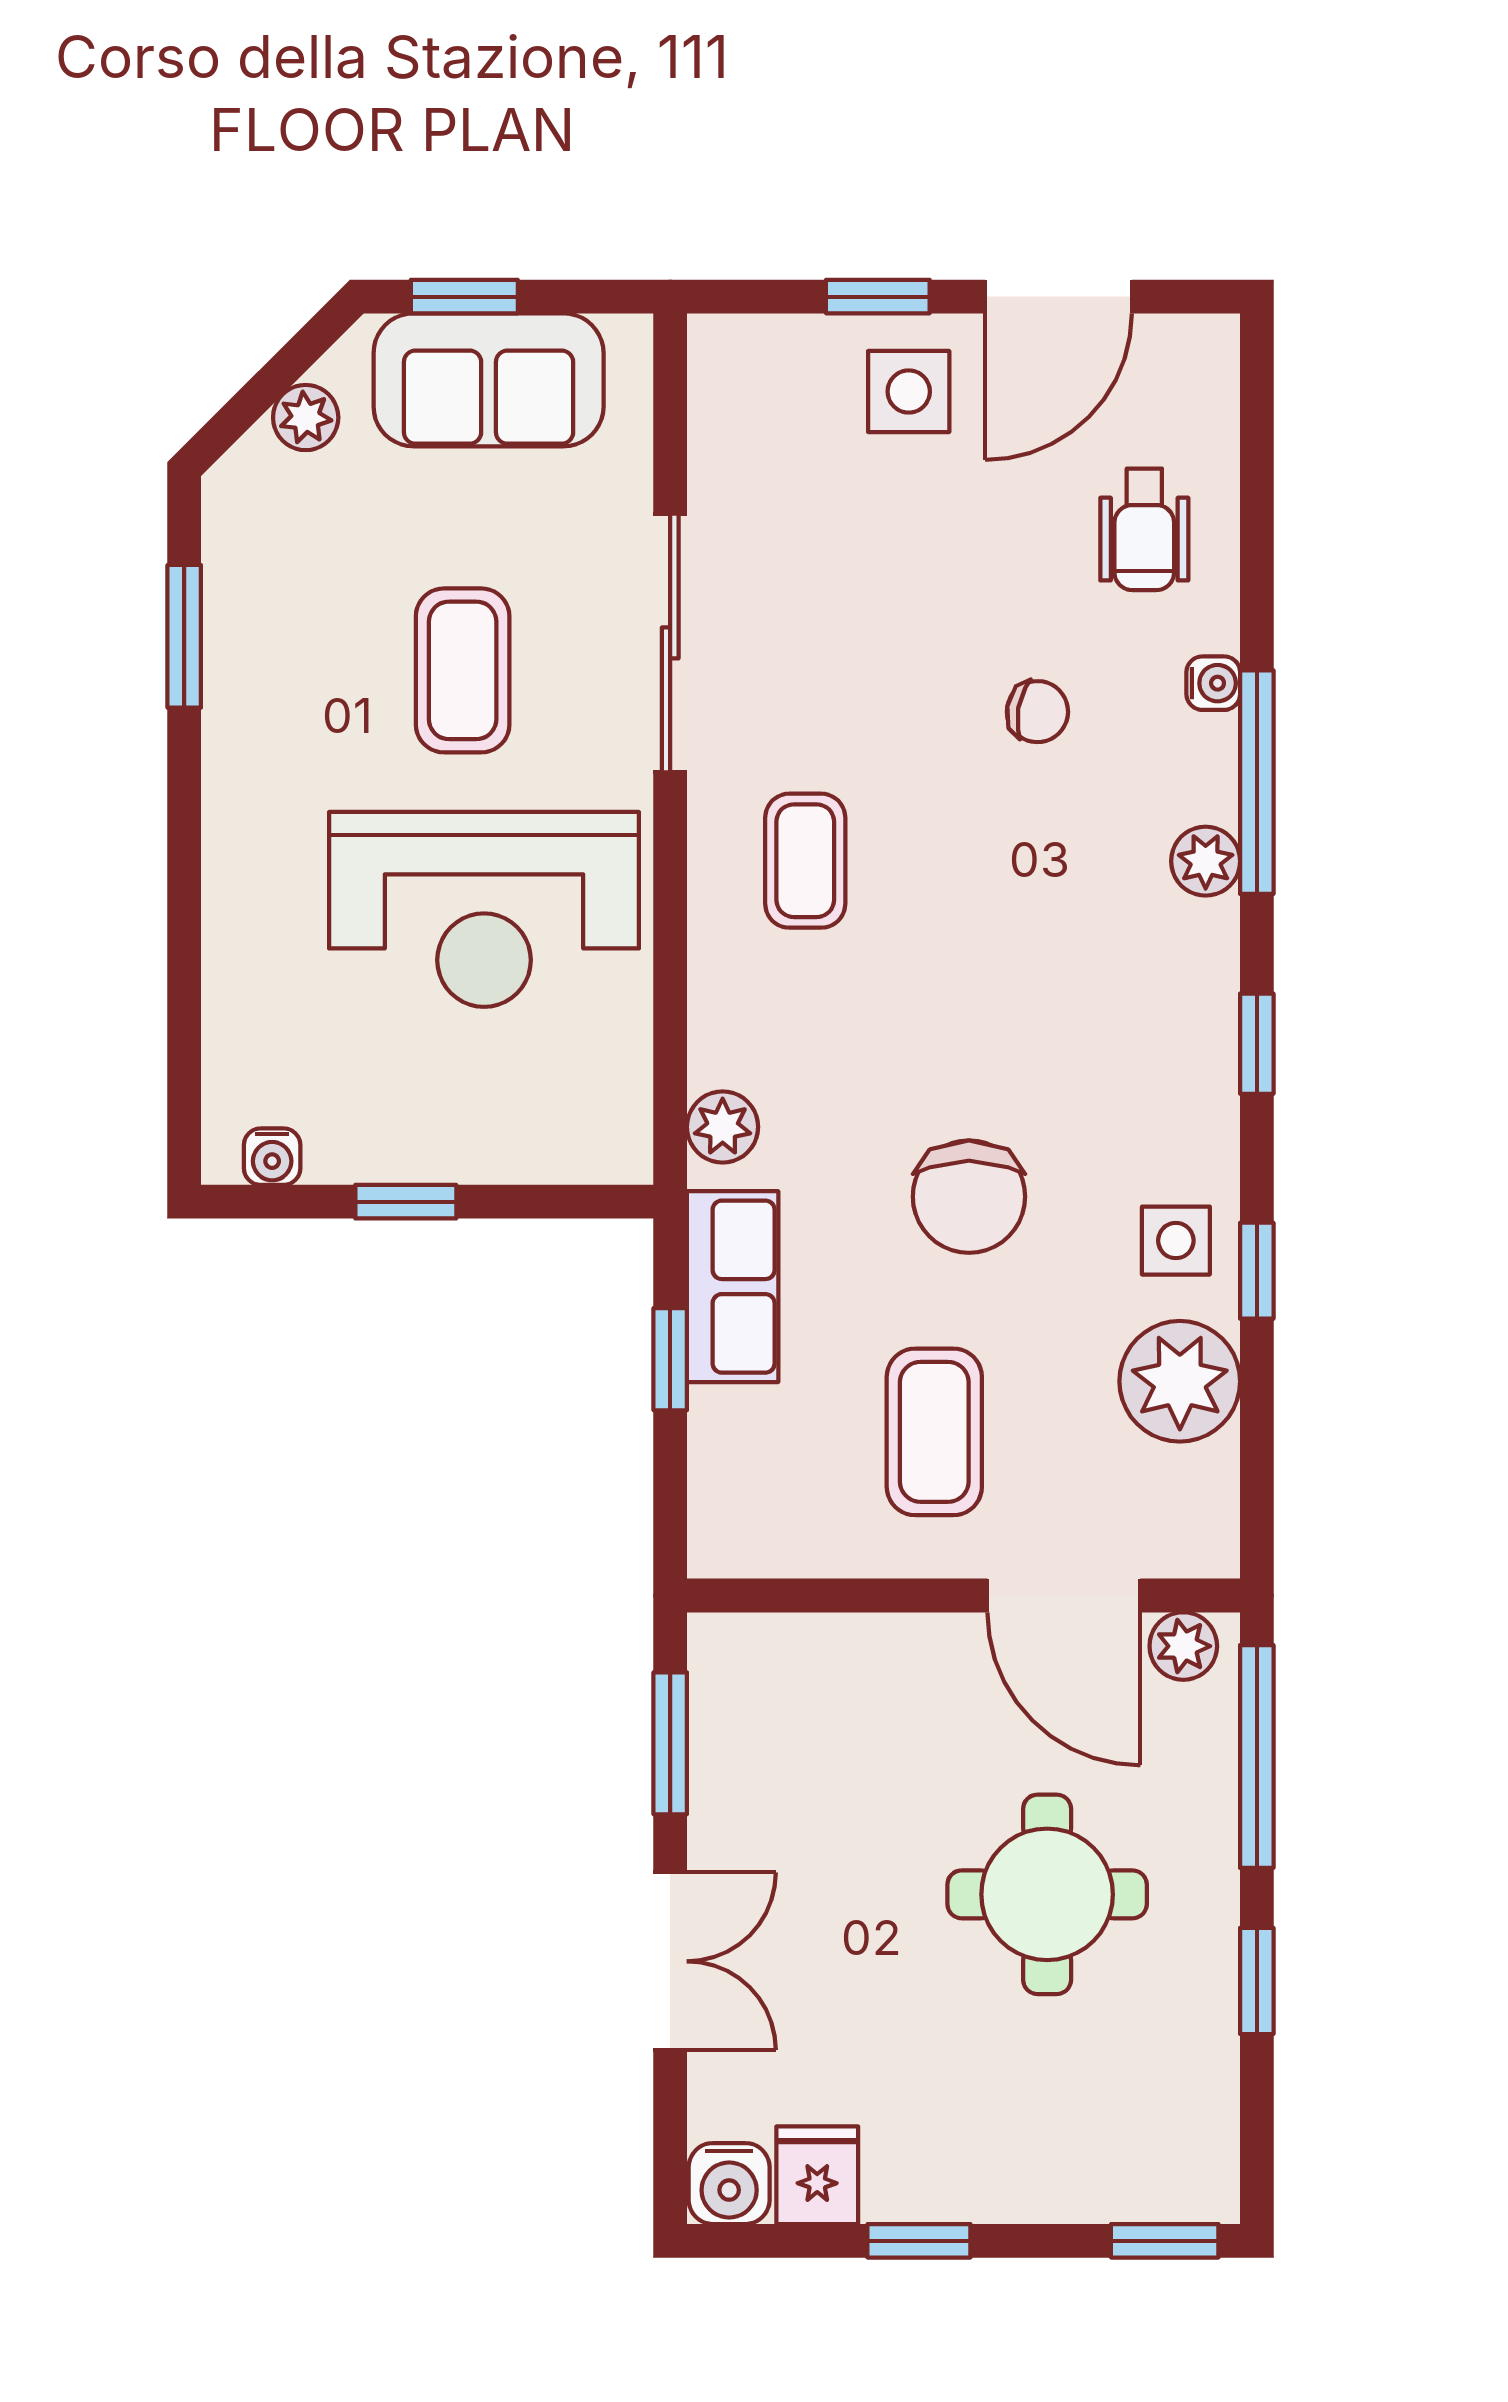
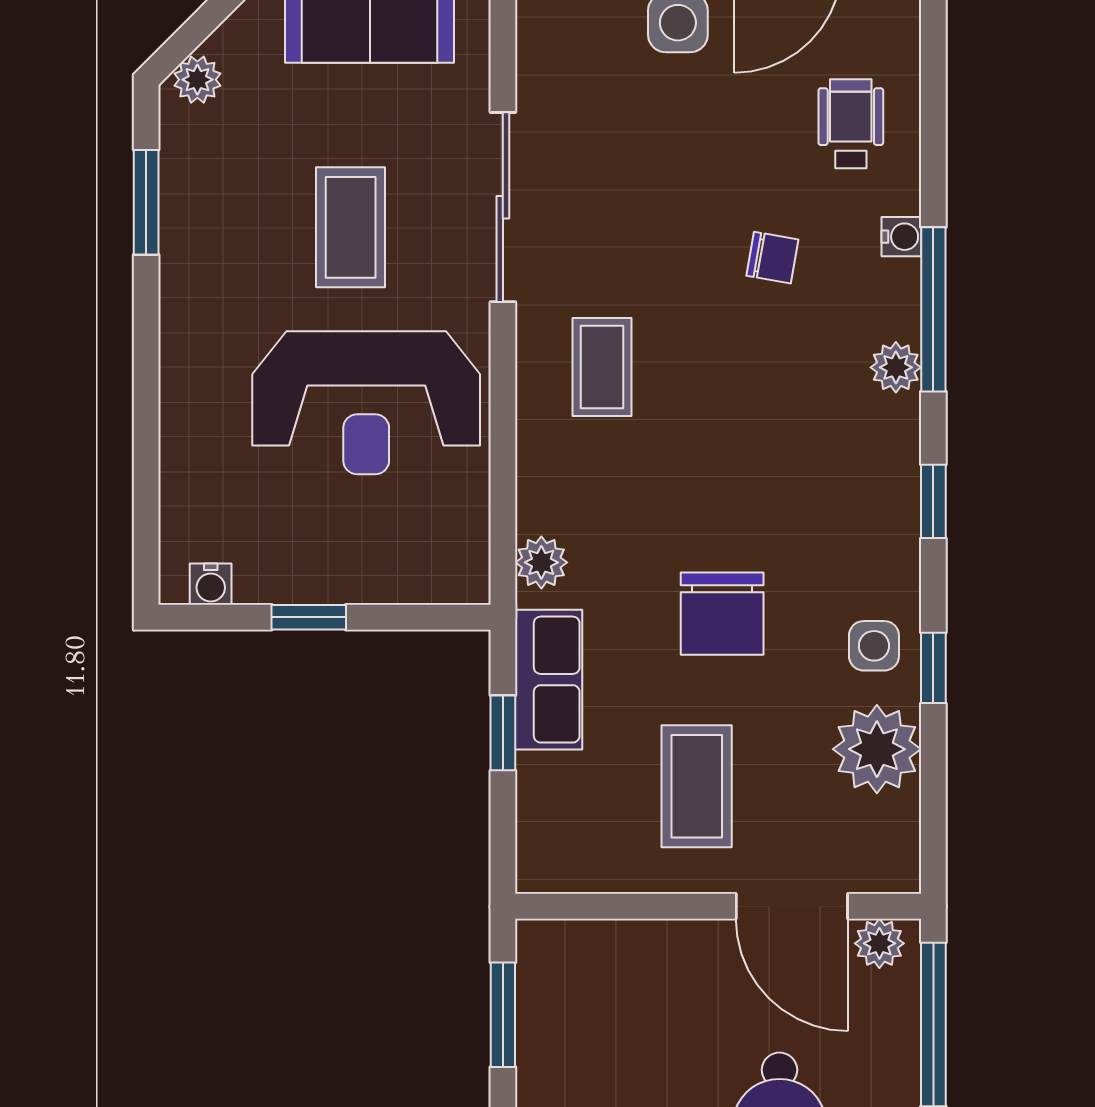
plant: (306, 418) -> (197, 80), moved
wheelchair: (1144, 529) -> (851, 124), turned 180

